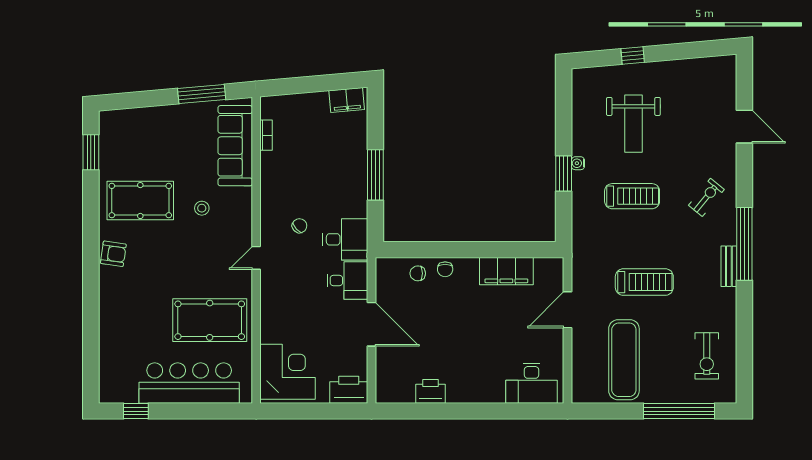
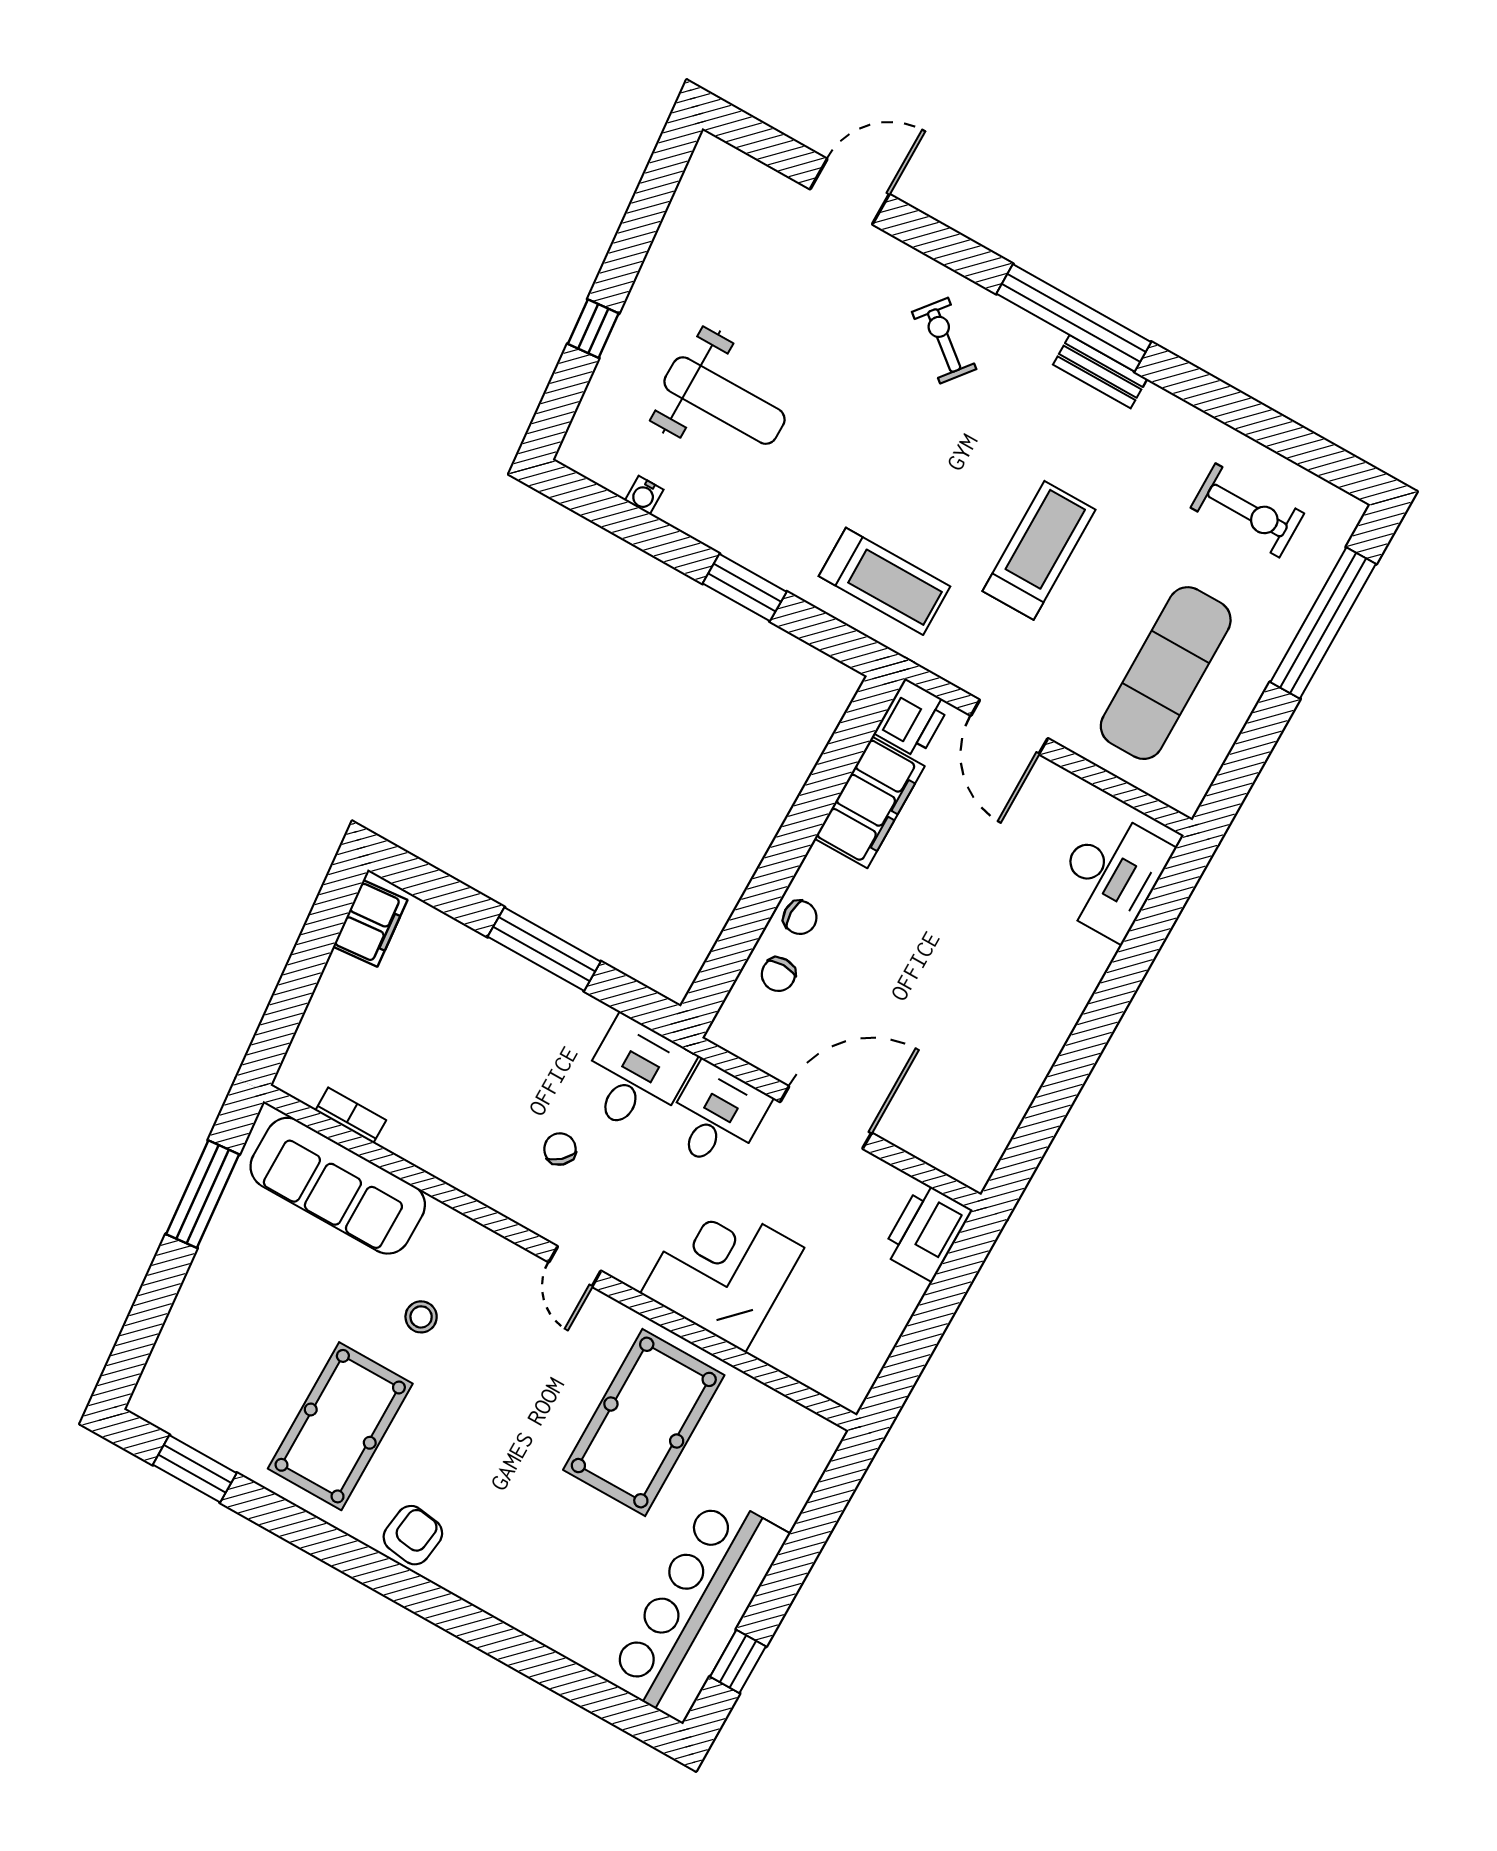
water cooler: (578, 163) -> (644, 495), moved
treadmill: (632, 196) -> (885, 581), moved, turned 90
exercise mat: (624, 360) -> (1166, 673), turned 90
corner desk: (288, 372) -> (722, 1271), moved
bar counter: (189, 383) -> (698, 1607), moved
printer: (431, 391) -> (912, 719), moved, turned 180

